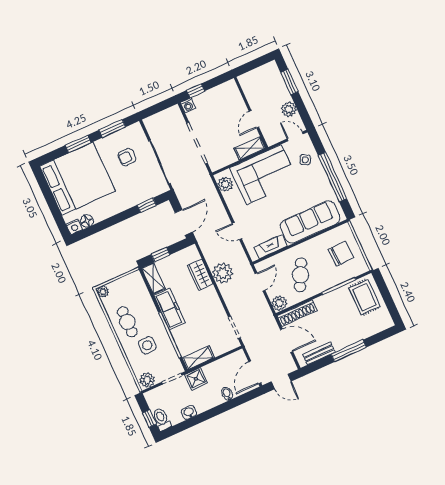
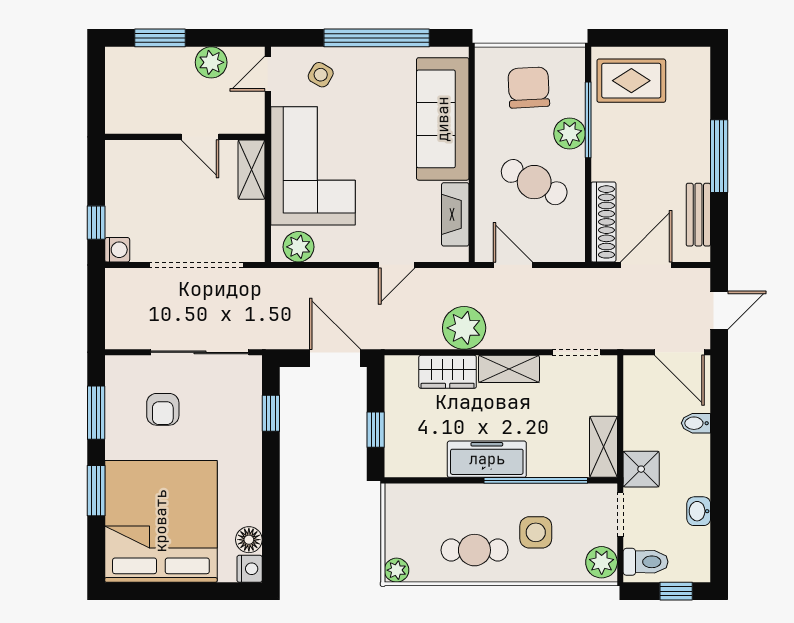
shelving: (153, 278) -> (509, 369), moved
plant: (279, 303) -> (570, 134), moved
toilet: (162, 419) -> (645, 562), moved, turned 180

